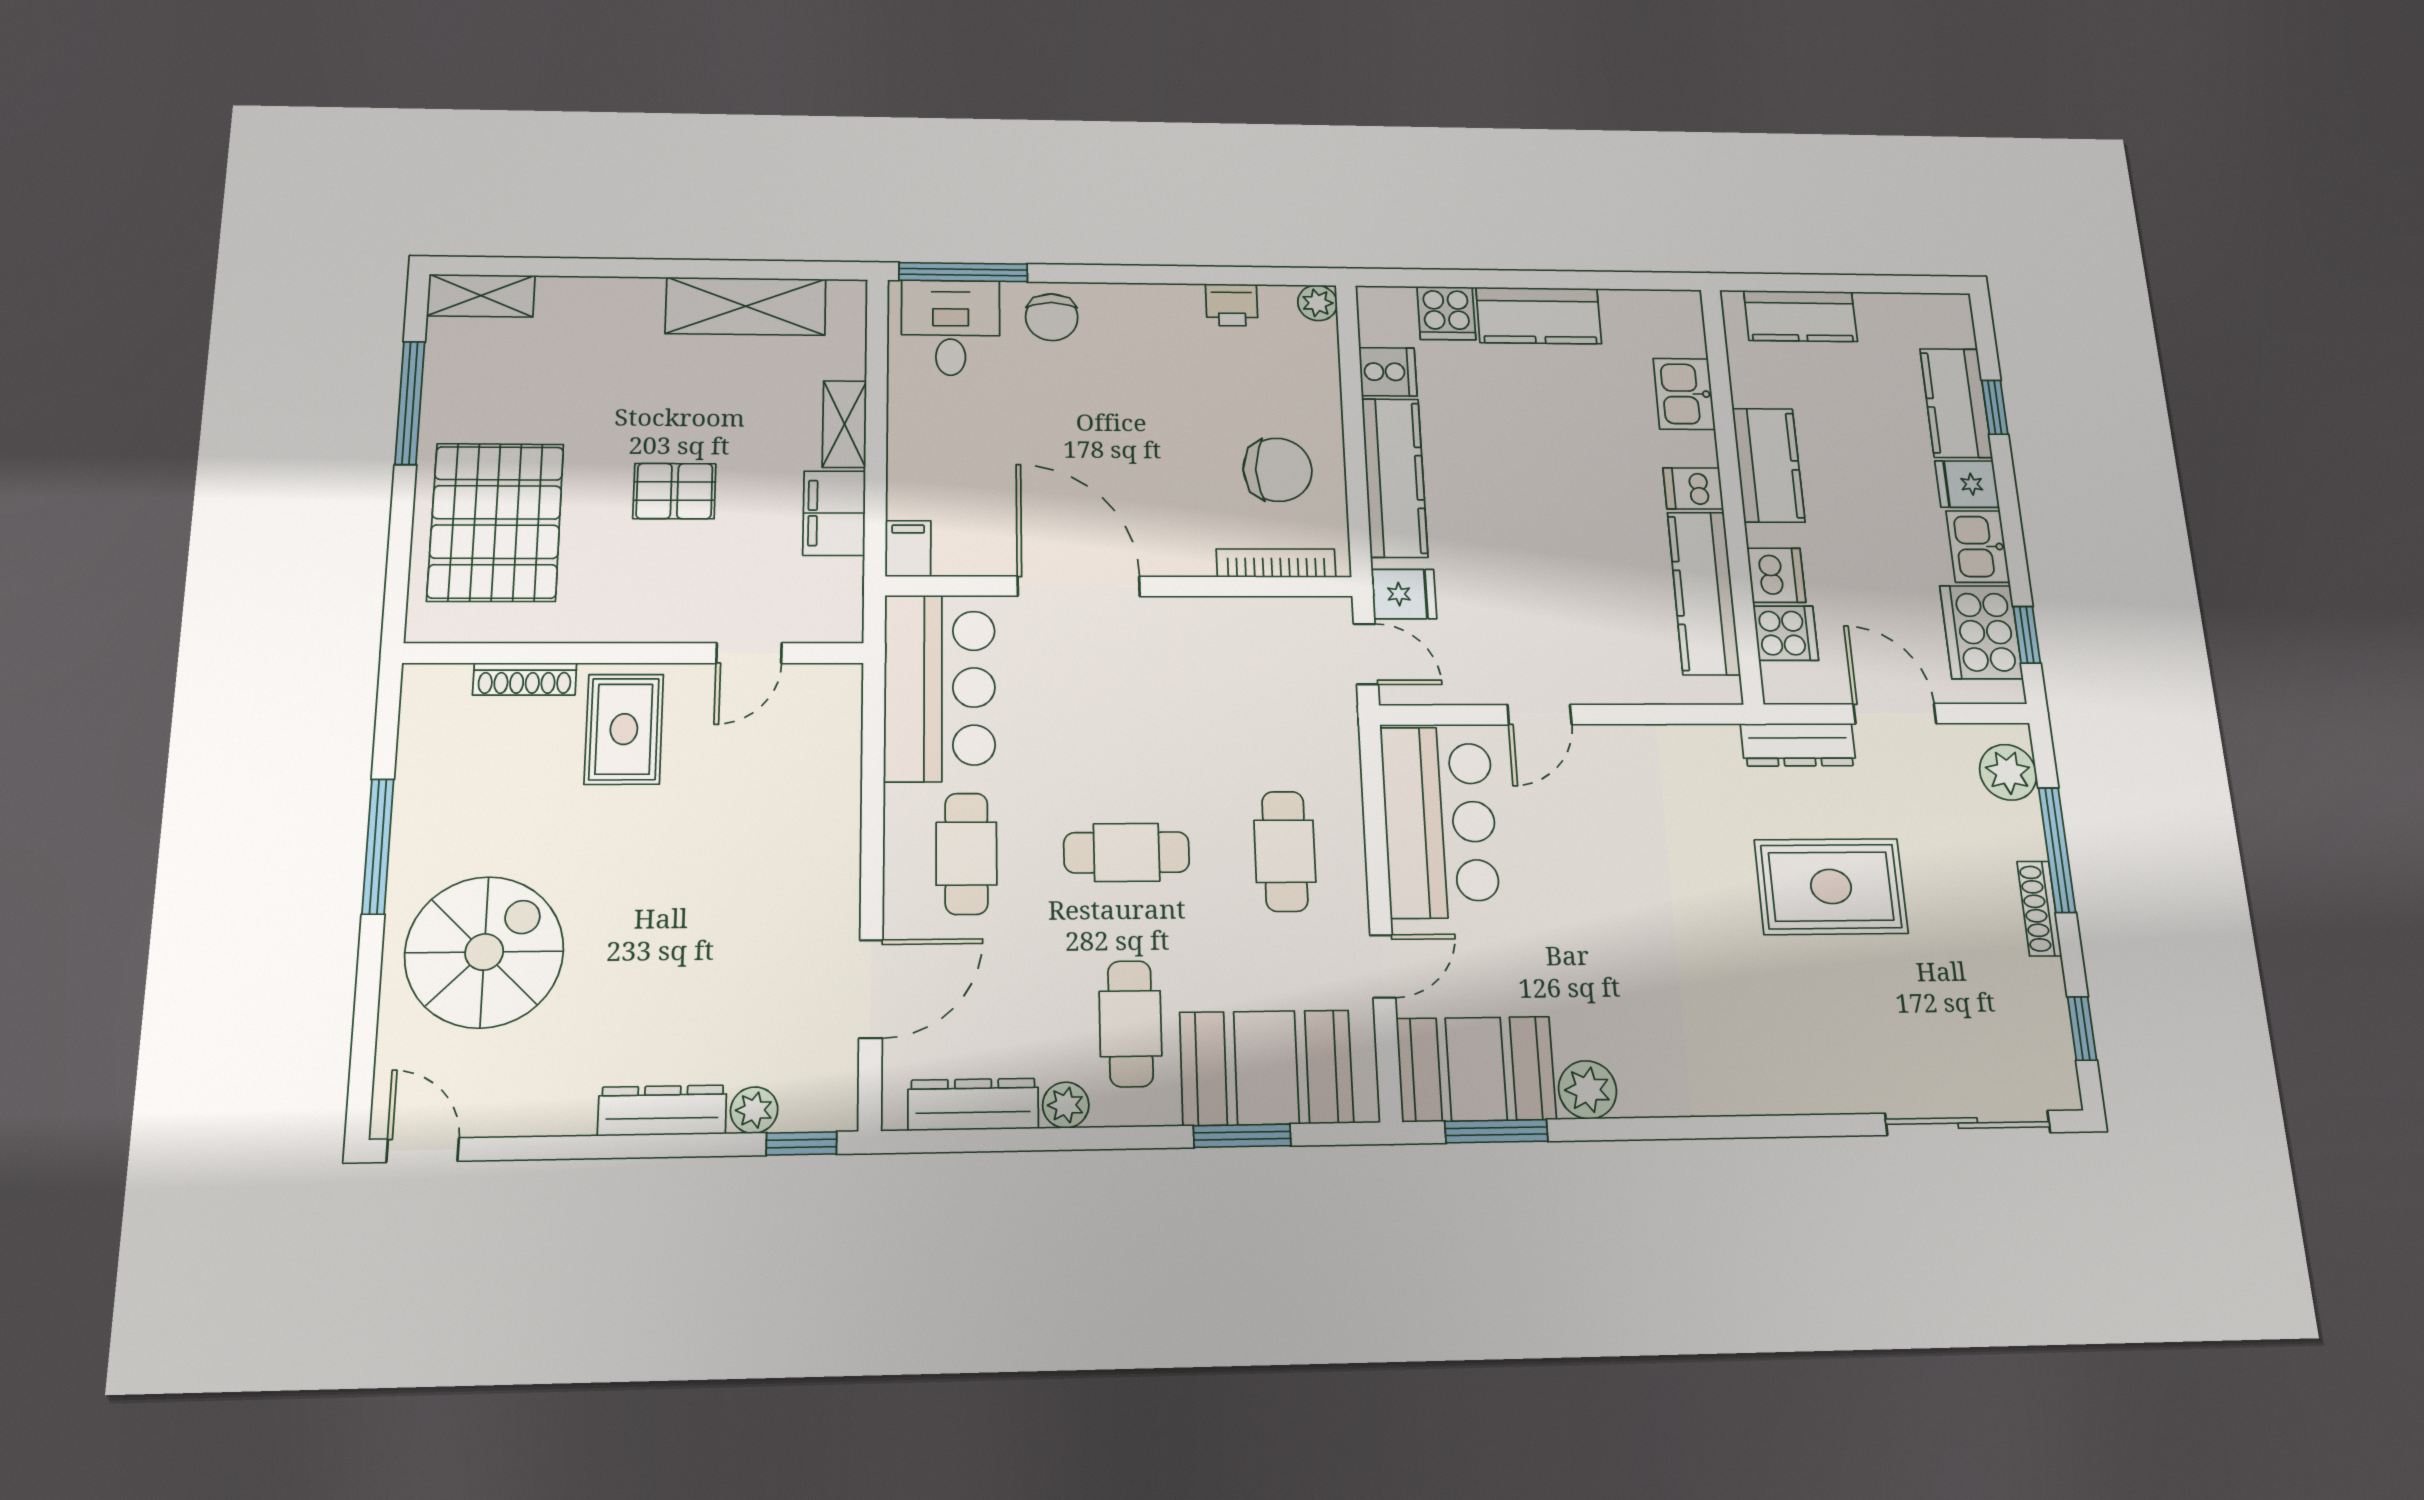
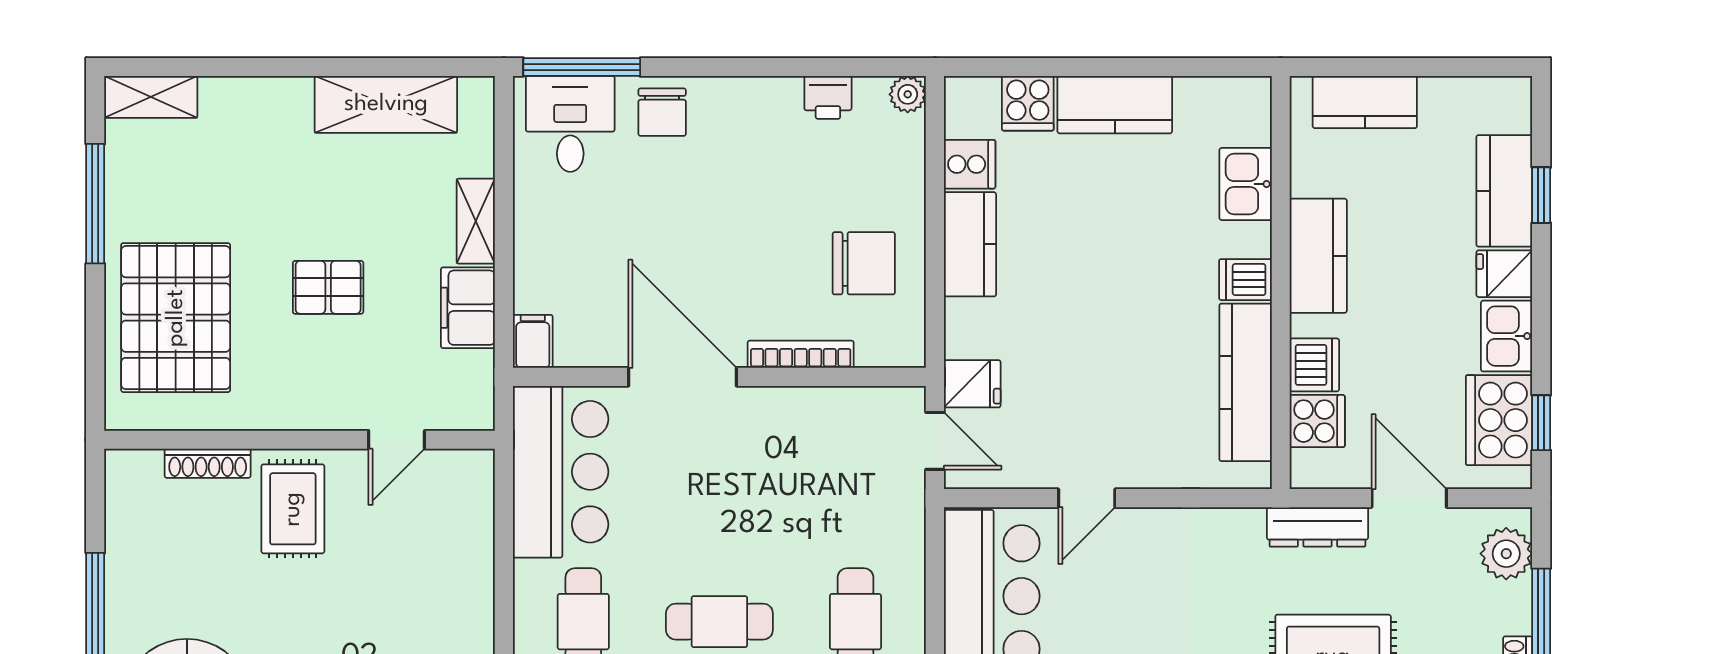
kitchen counter: (1395, 478) -> (970, 244), width x0.67
bookcase: (1276, 563) -> (801, 354), moved

